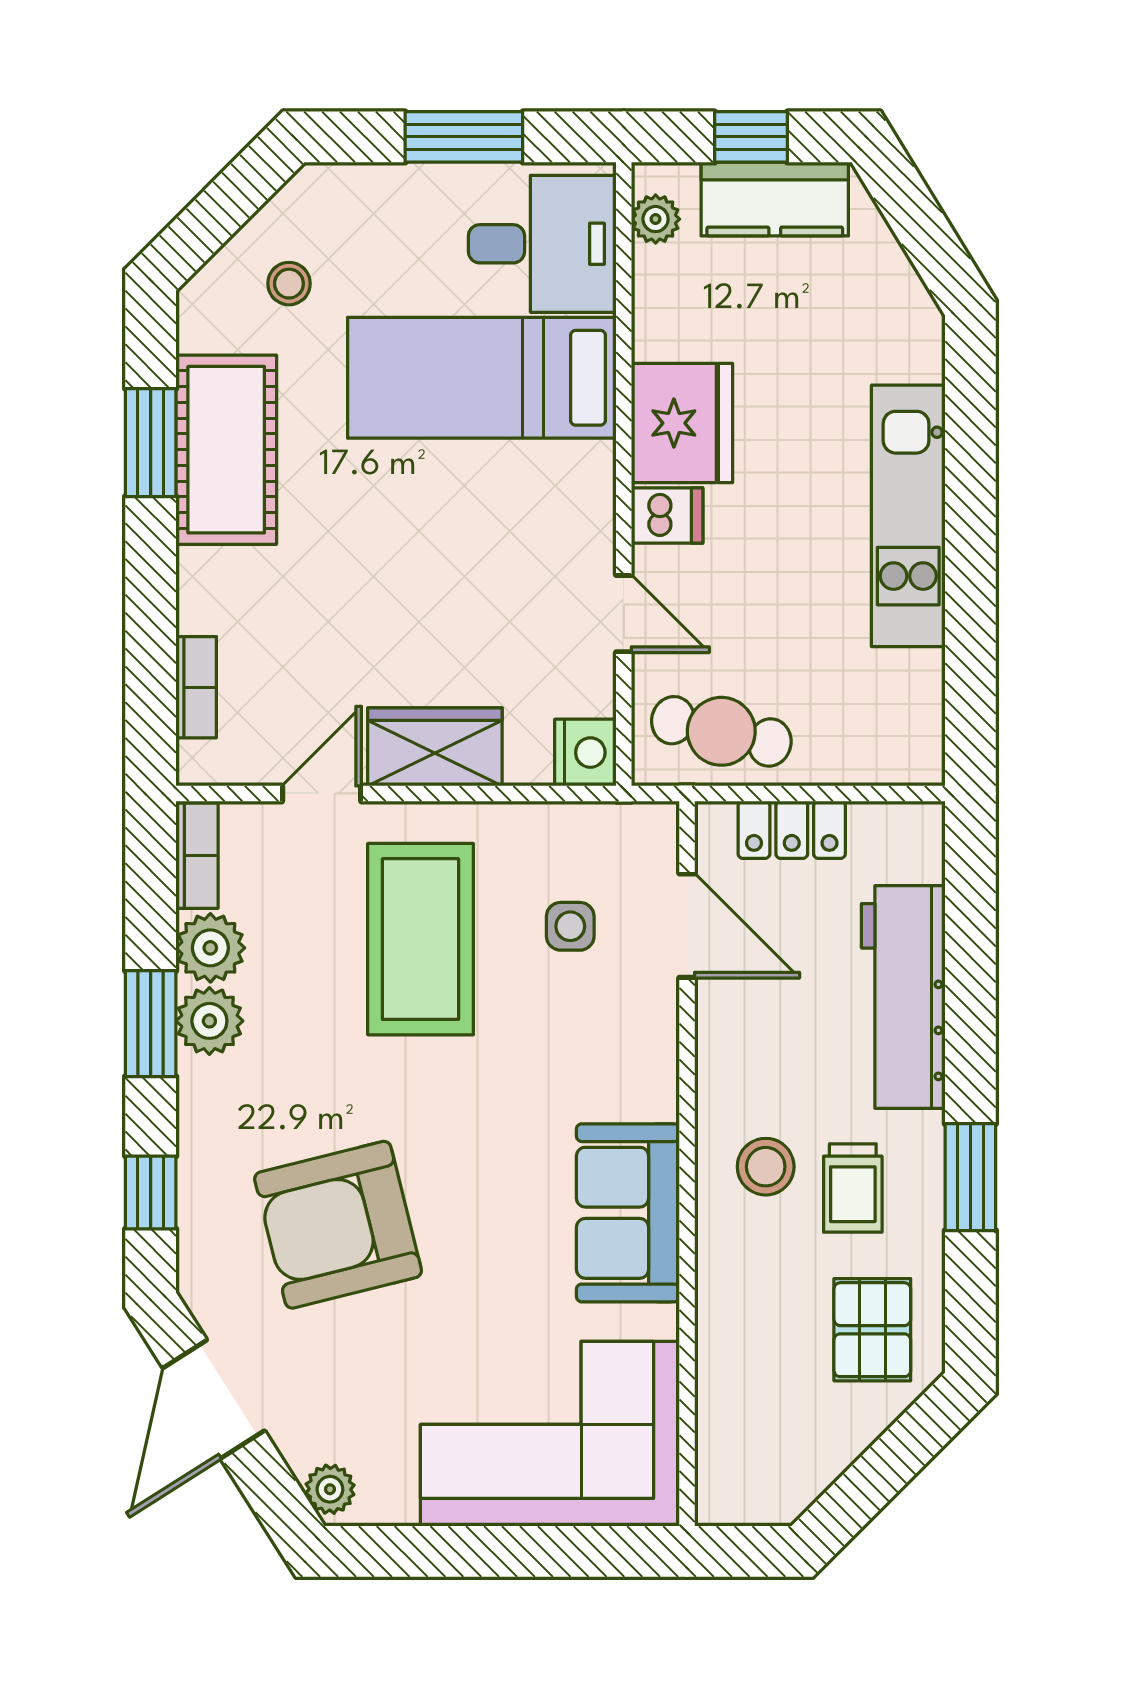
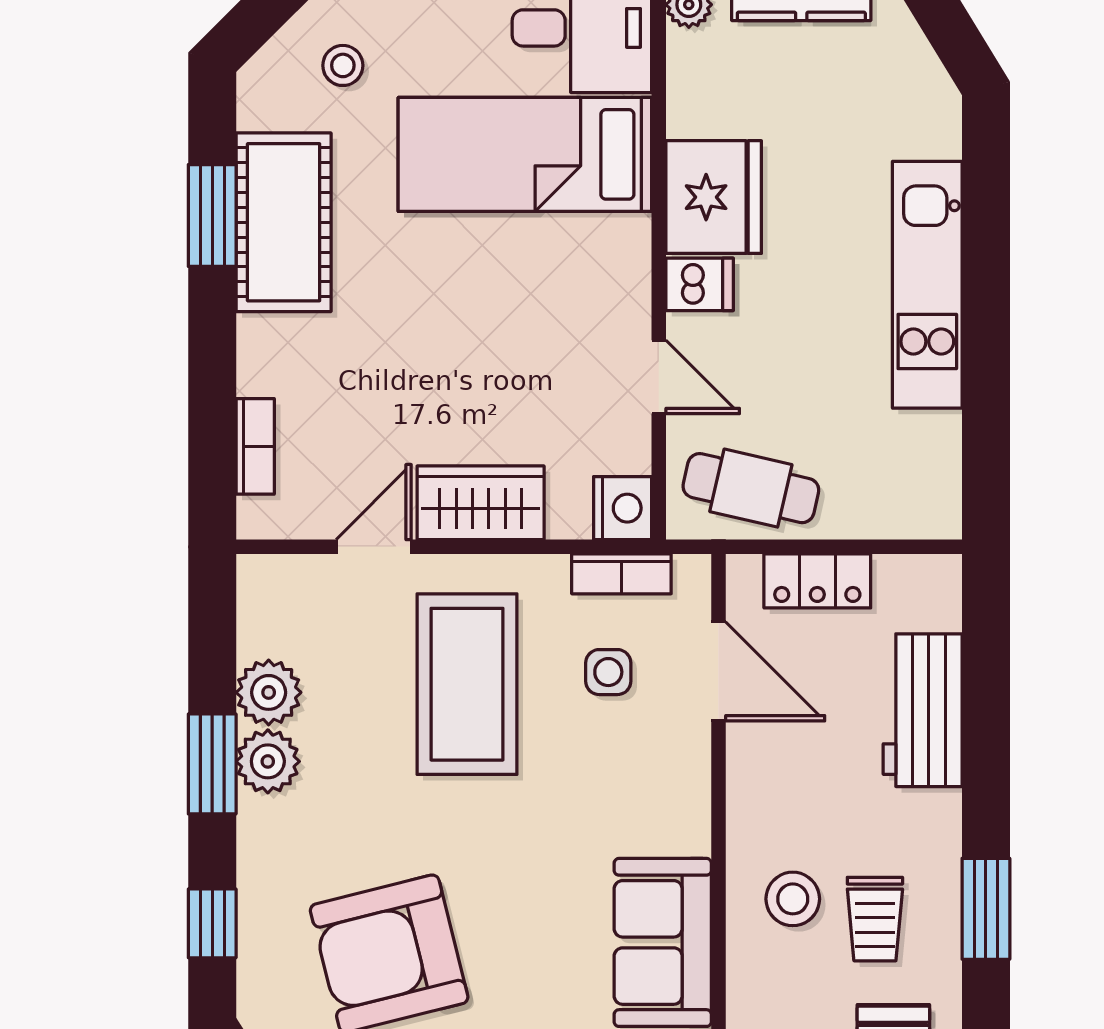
bookcase: (197, 856) -> (621, 574), moved, turned 90
workbench: (903, 997) -> (923, 710), width x0.73

